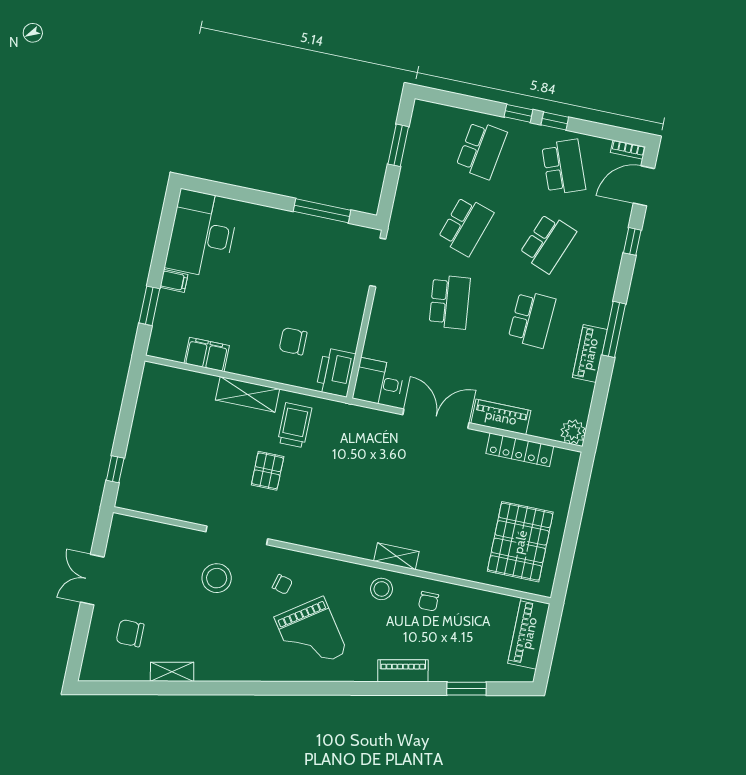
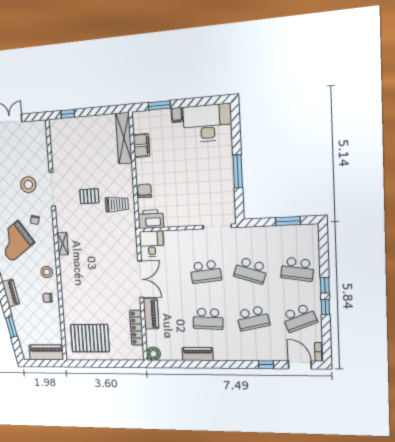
window: (322, 211) -> (238, 171), moved
school desk: (548, 243) -> (253, 318), turned -33
window: (614, 329) -> (214, 364), removed
chair: (293, 341) -> (145, 191), moved
shelving: (248, 394) -> (124, 138), moved, width x1.47
shelving: (396, 556) -> (63, 244), moved

